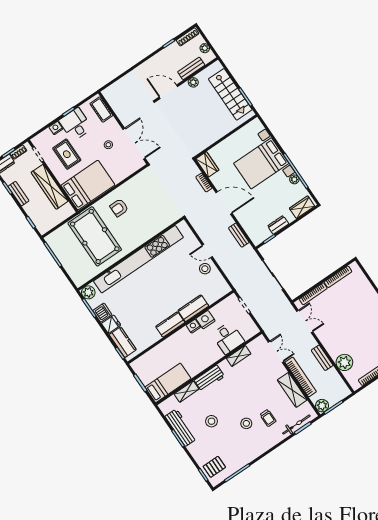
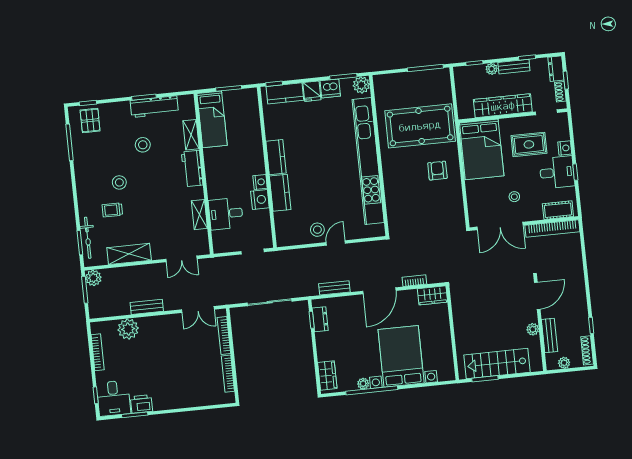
plant: (28, 208) -> (492, 69), added
dresser: (278, 225) -> (320, 319), moved
bookcase: (301, 377) -> (552, 228), moved

